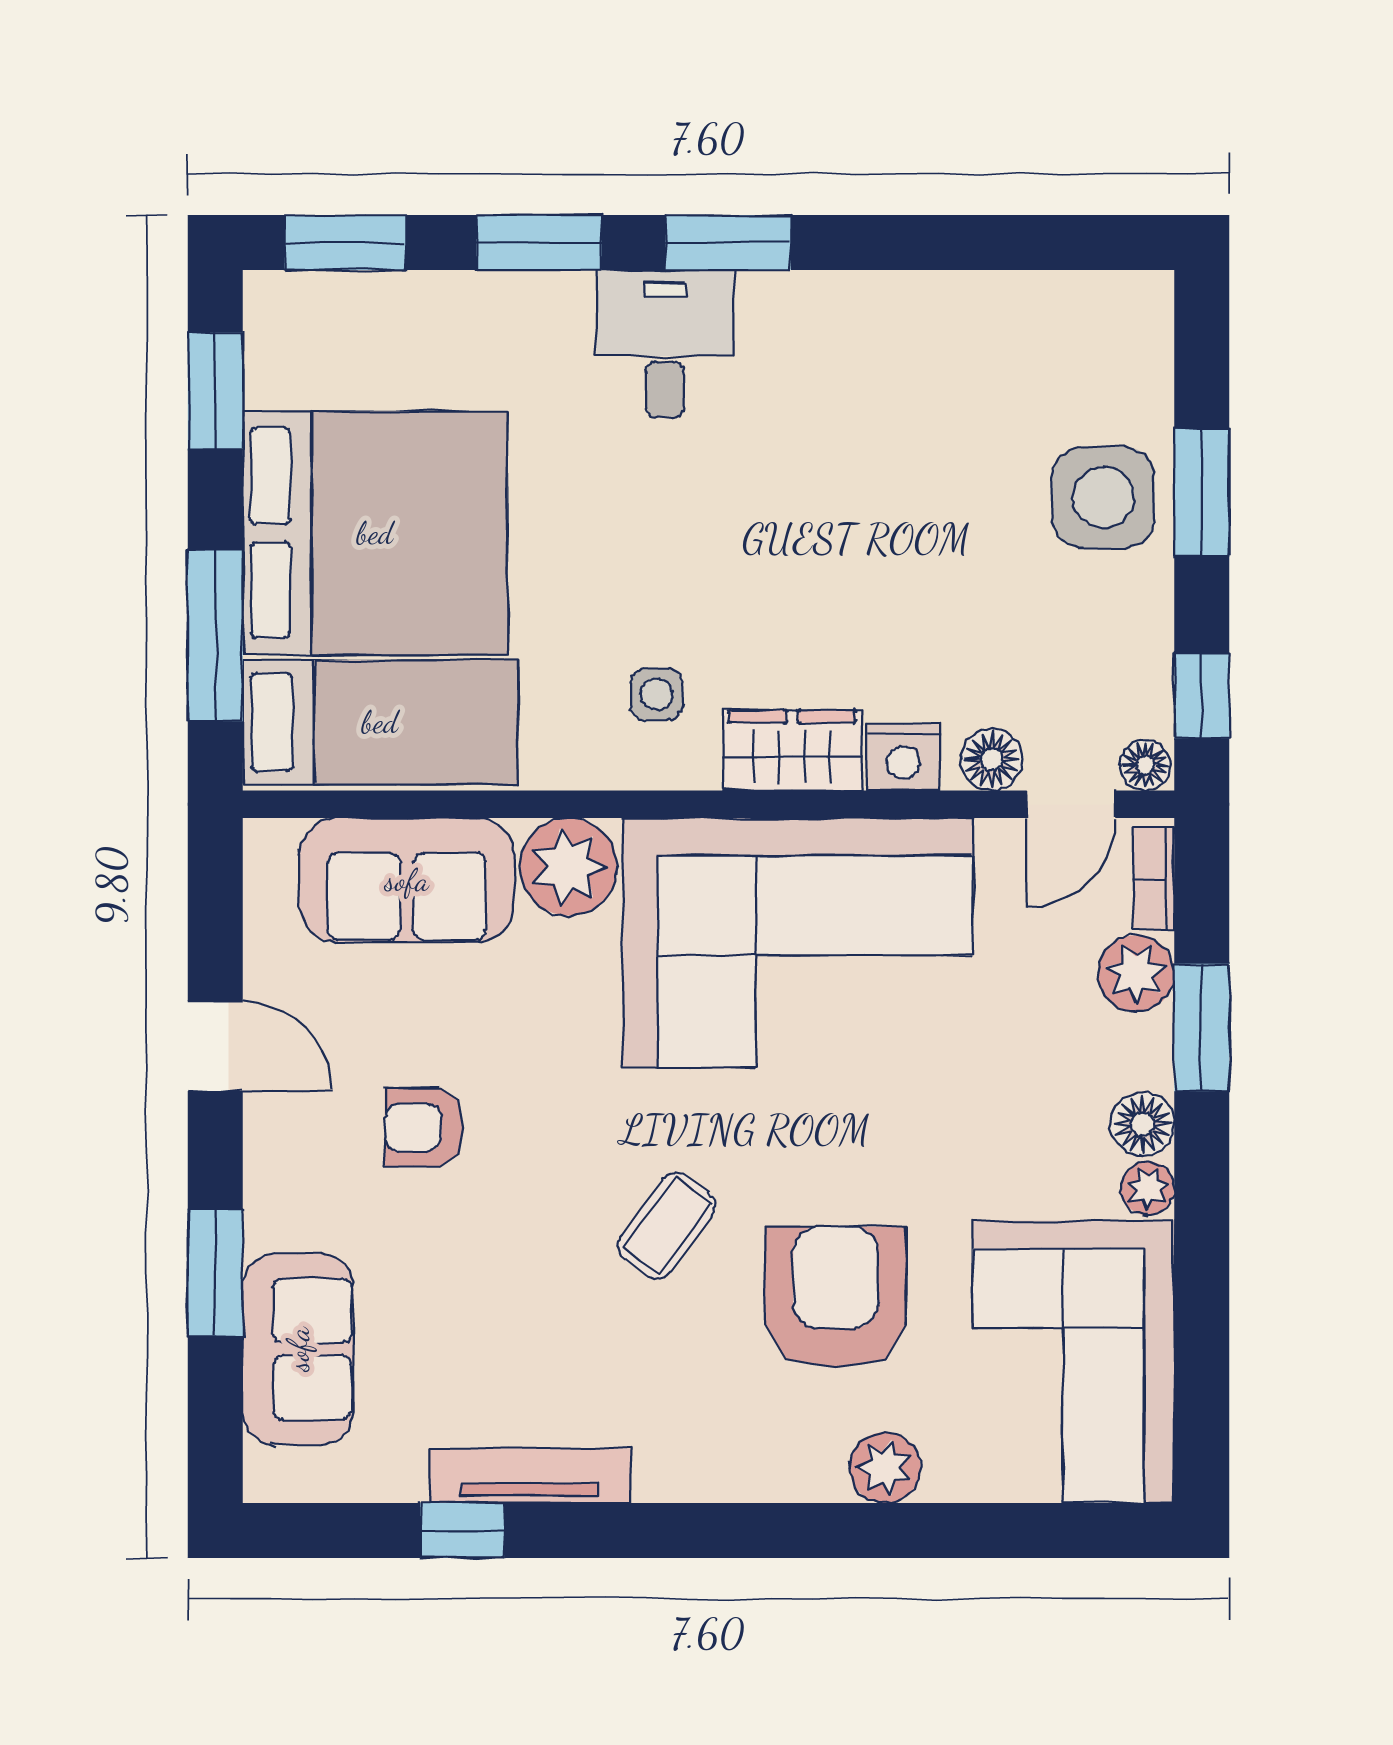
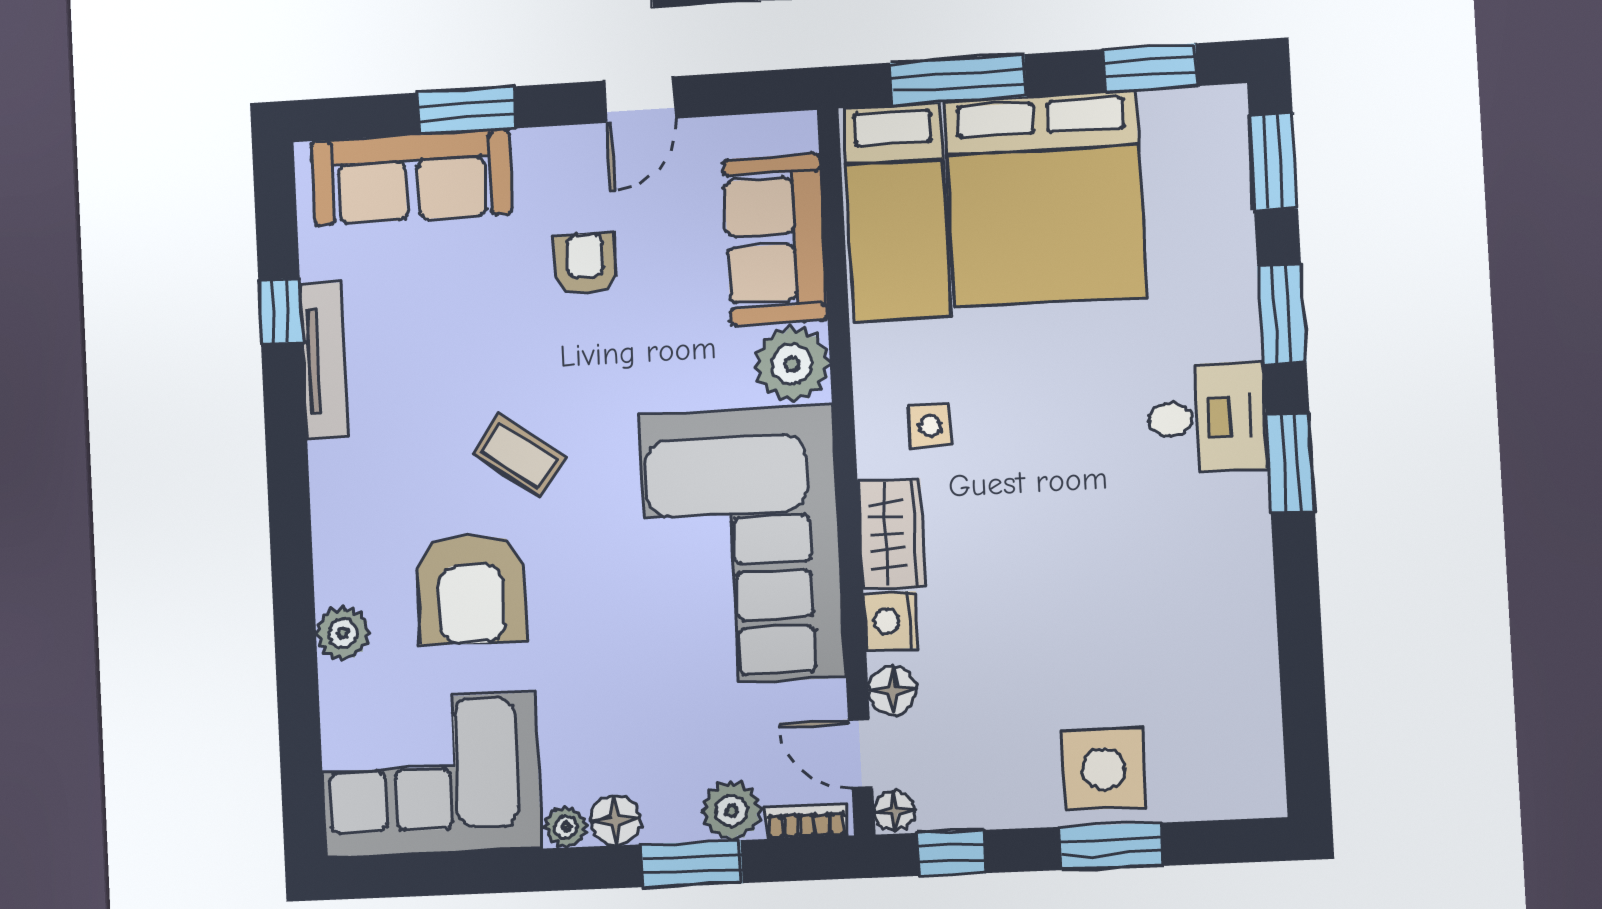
armchair: (836, 1297) -> (471, 589), turned 90
sofa: (298, 1349) -> (412, 177), width x1.36

